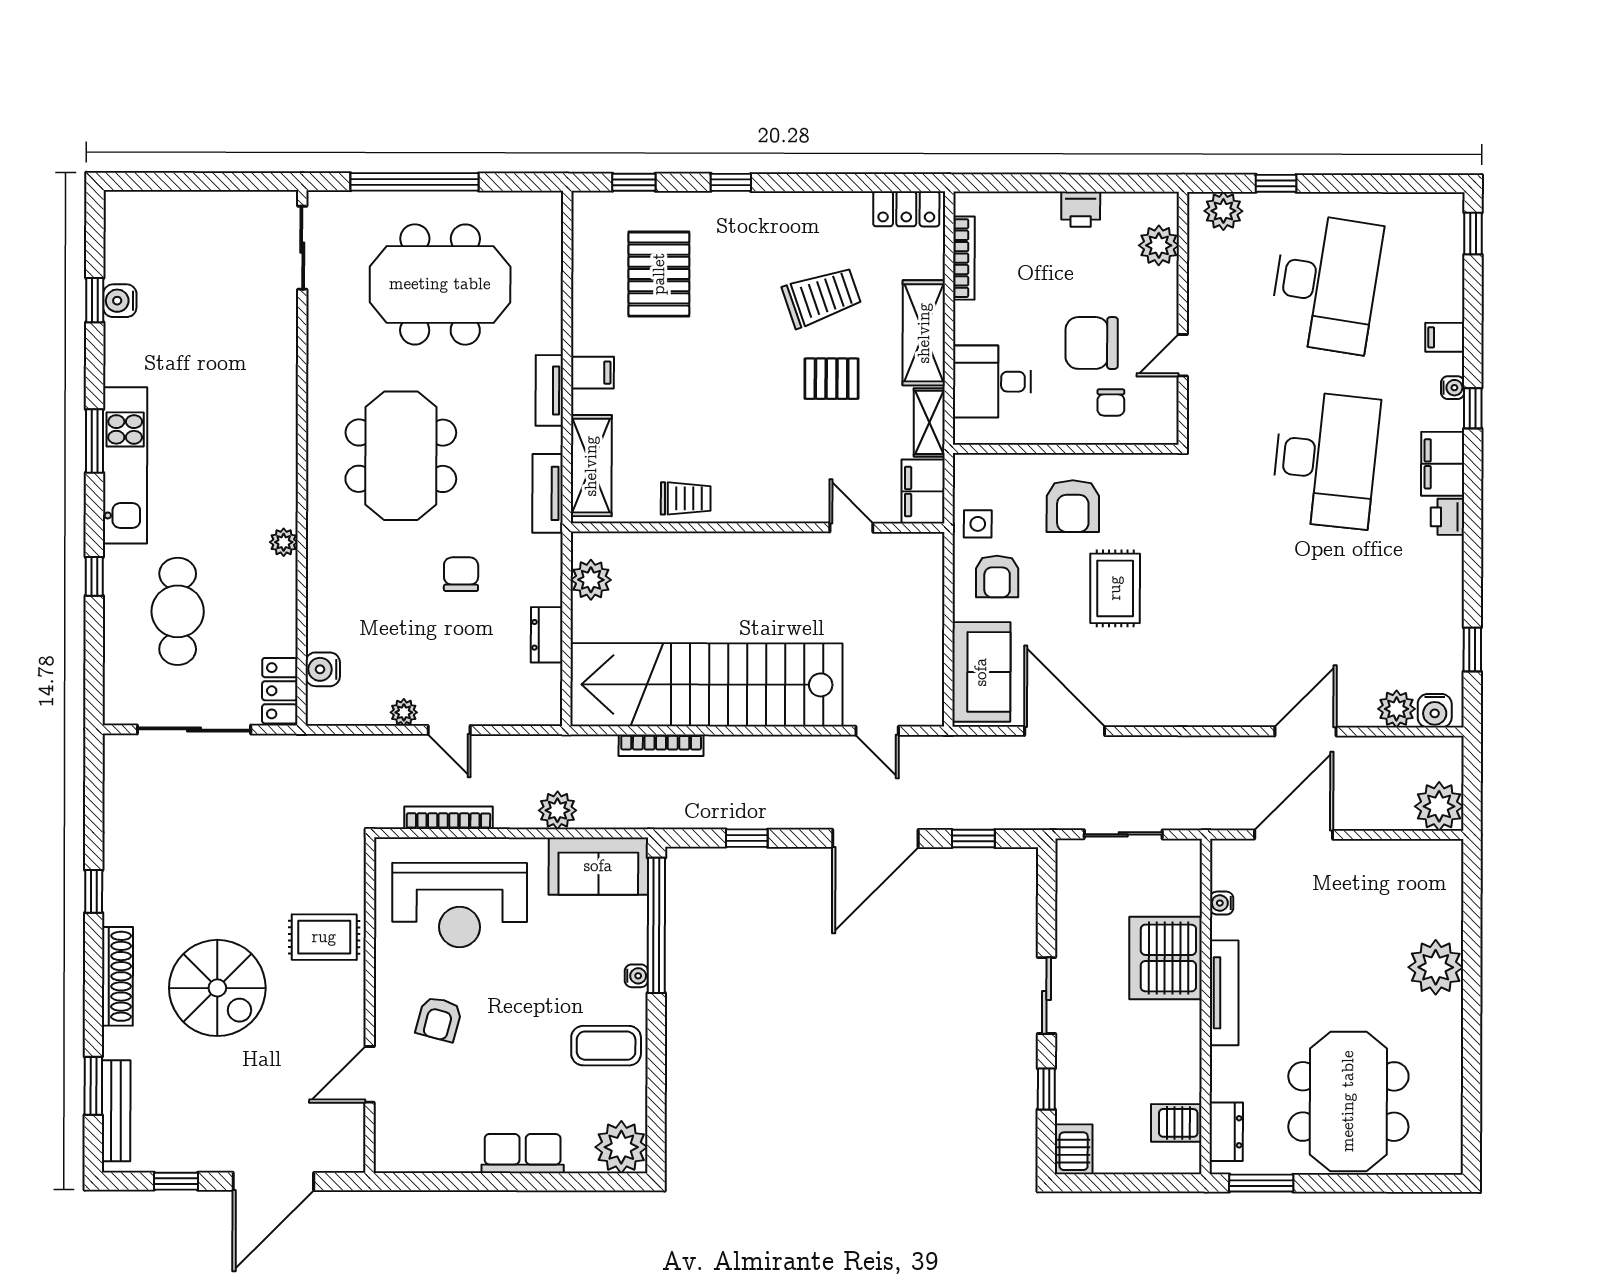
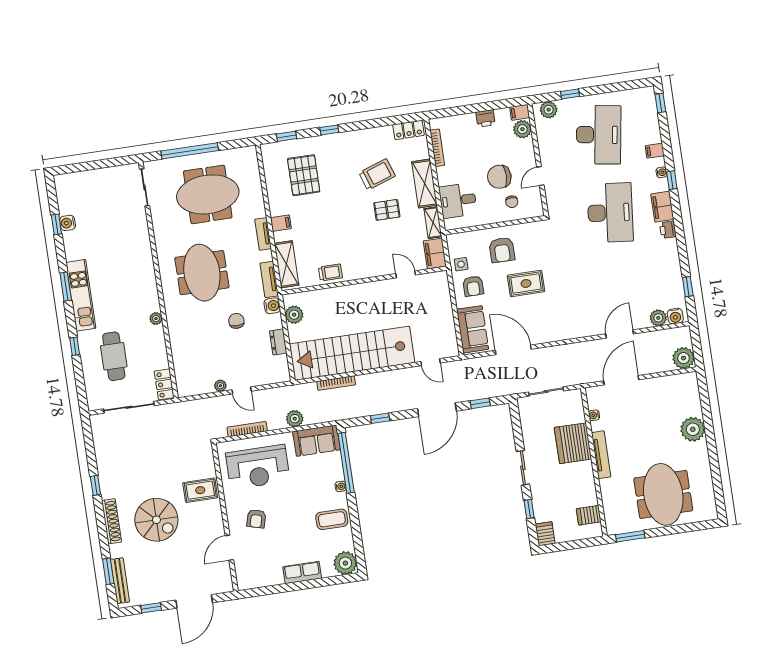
filing cabinet: (1158, 207) -> (520, 112), added
rug: (1115, 588) -> (526, 283), turned 90
water cooler: (323, 669) -> (272, 306), moved, turned 180
dresser: (1226, 1132) -> (611, 516), removed

